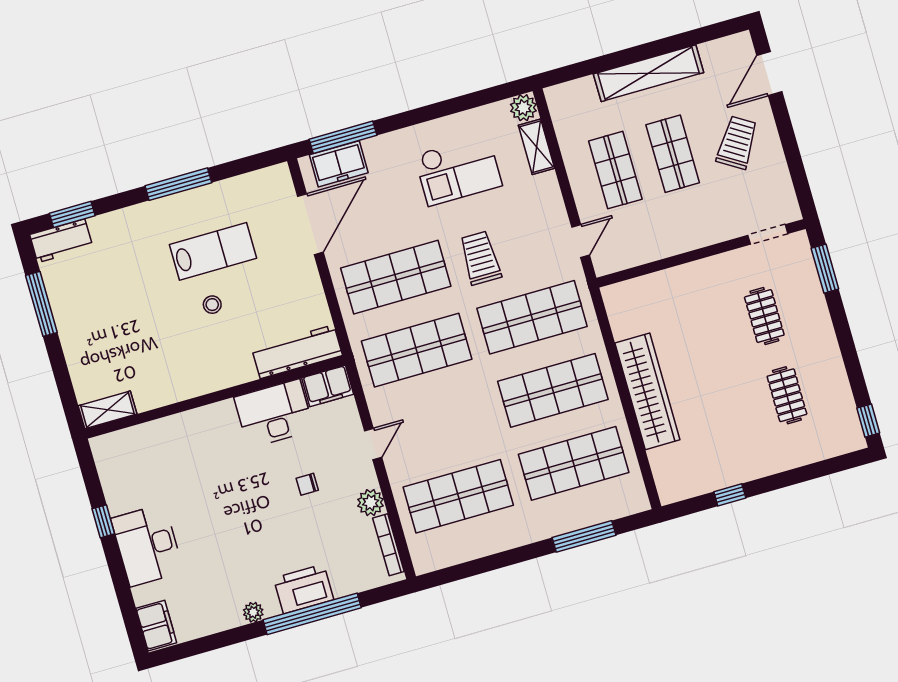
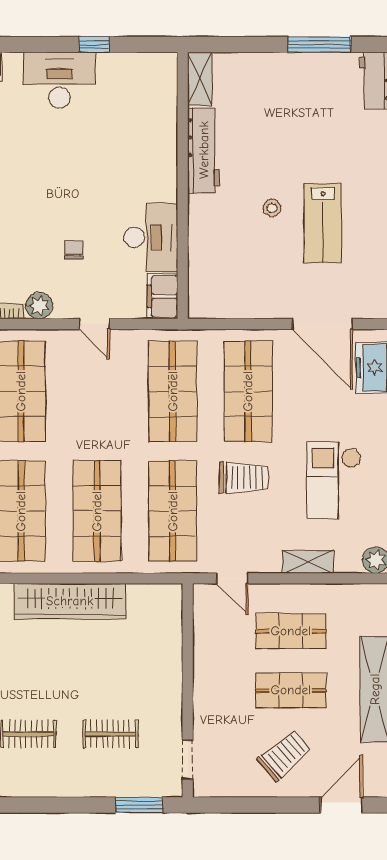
door: (769, 74) -> (341, 805), hinge flipped
trolley: (737, 143) -> (284, 755), turned -73
shelving: (536, 147) -> (308, 562), moved
workbench: (297, 352) -> (204, 150), moved

